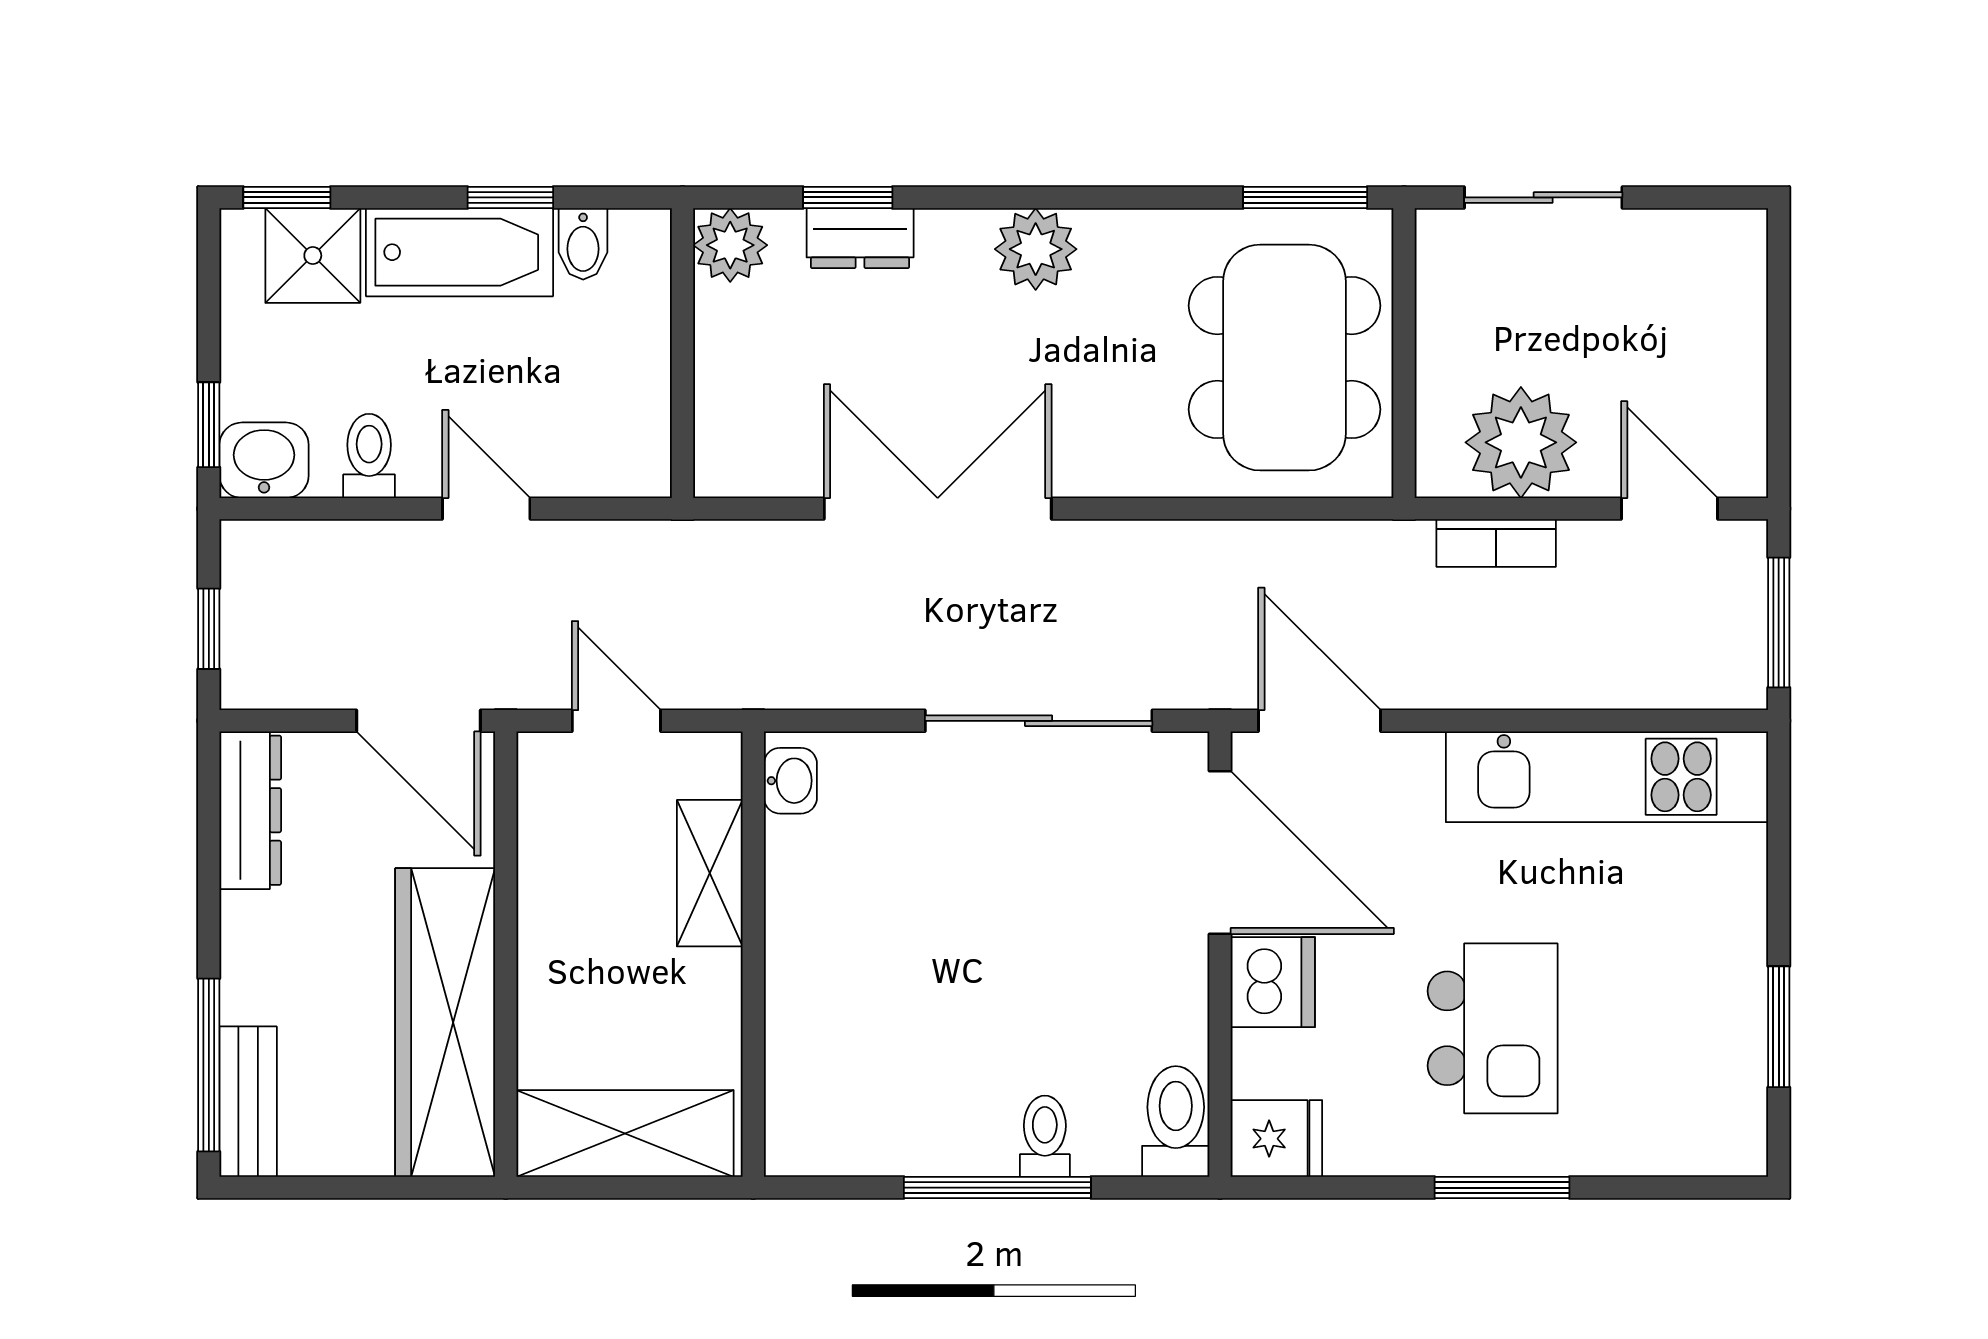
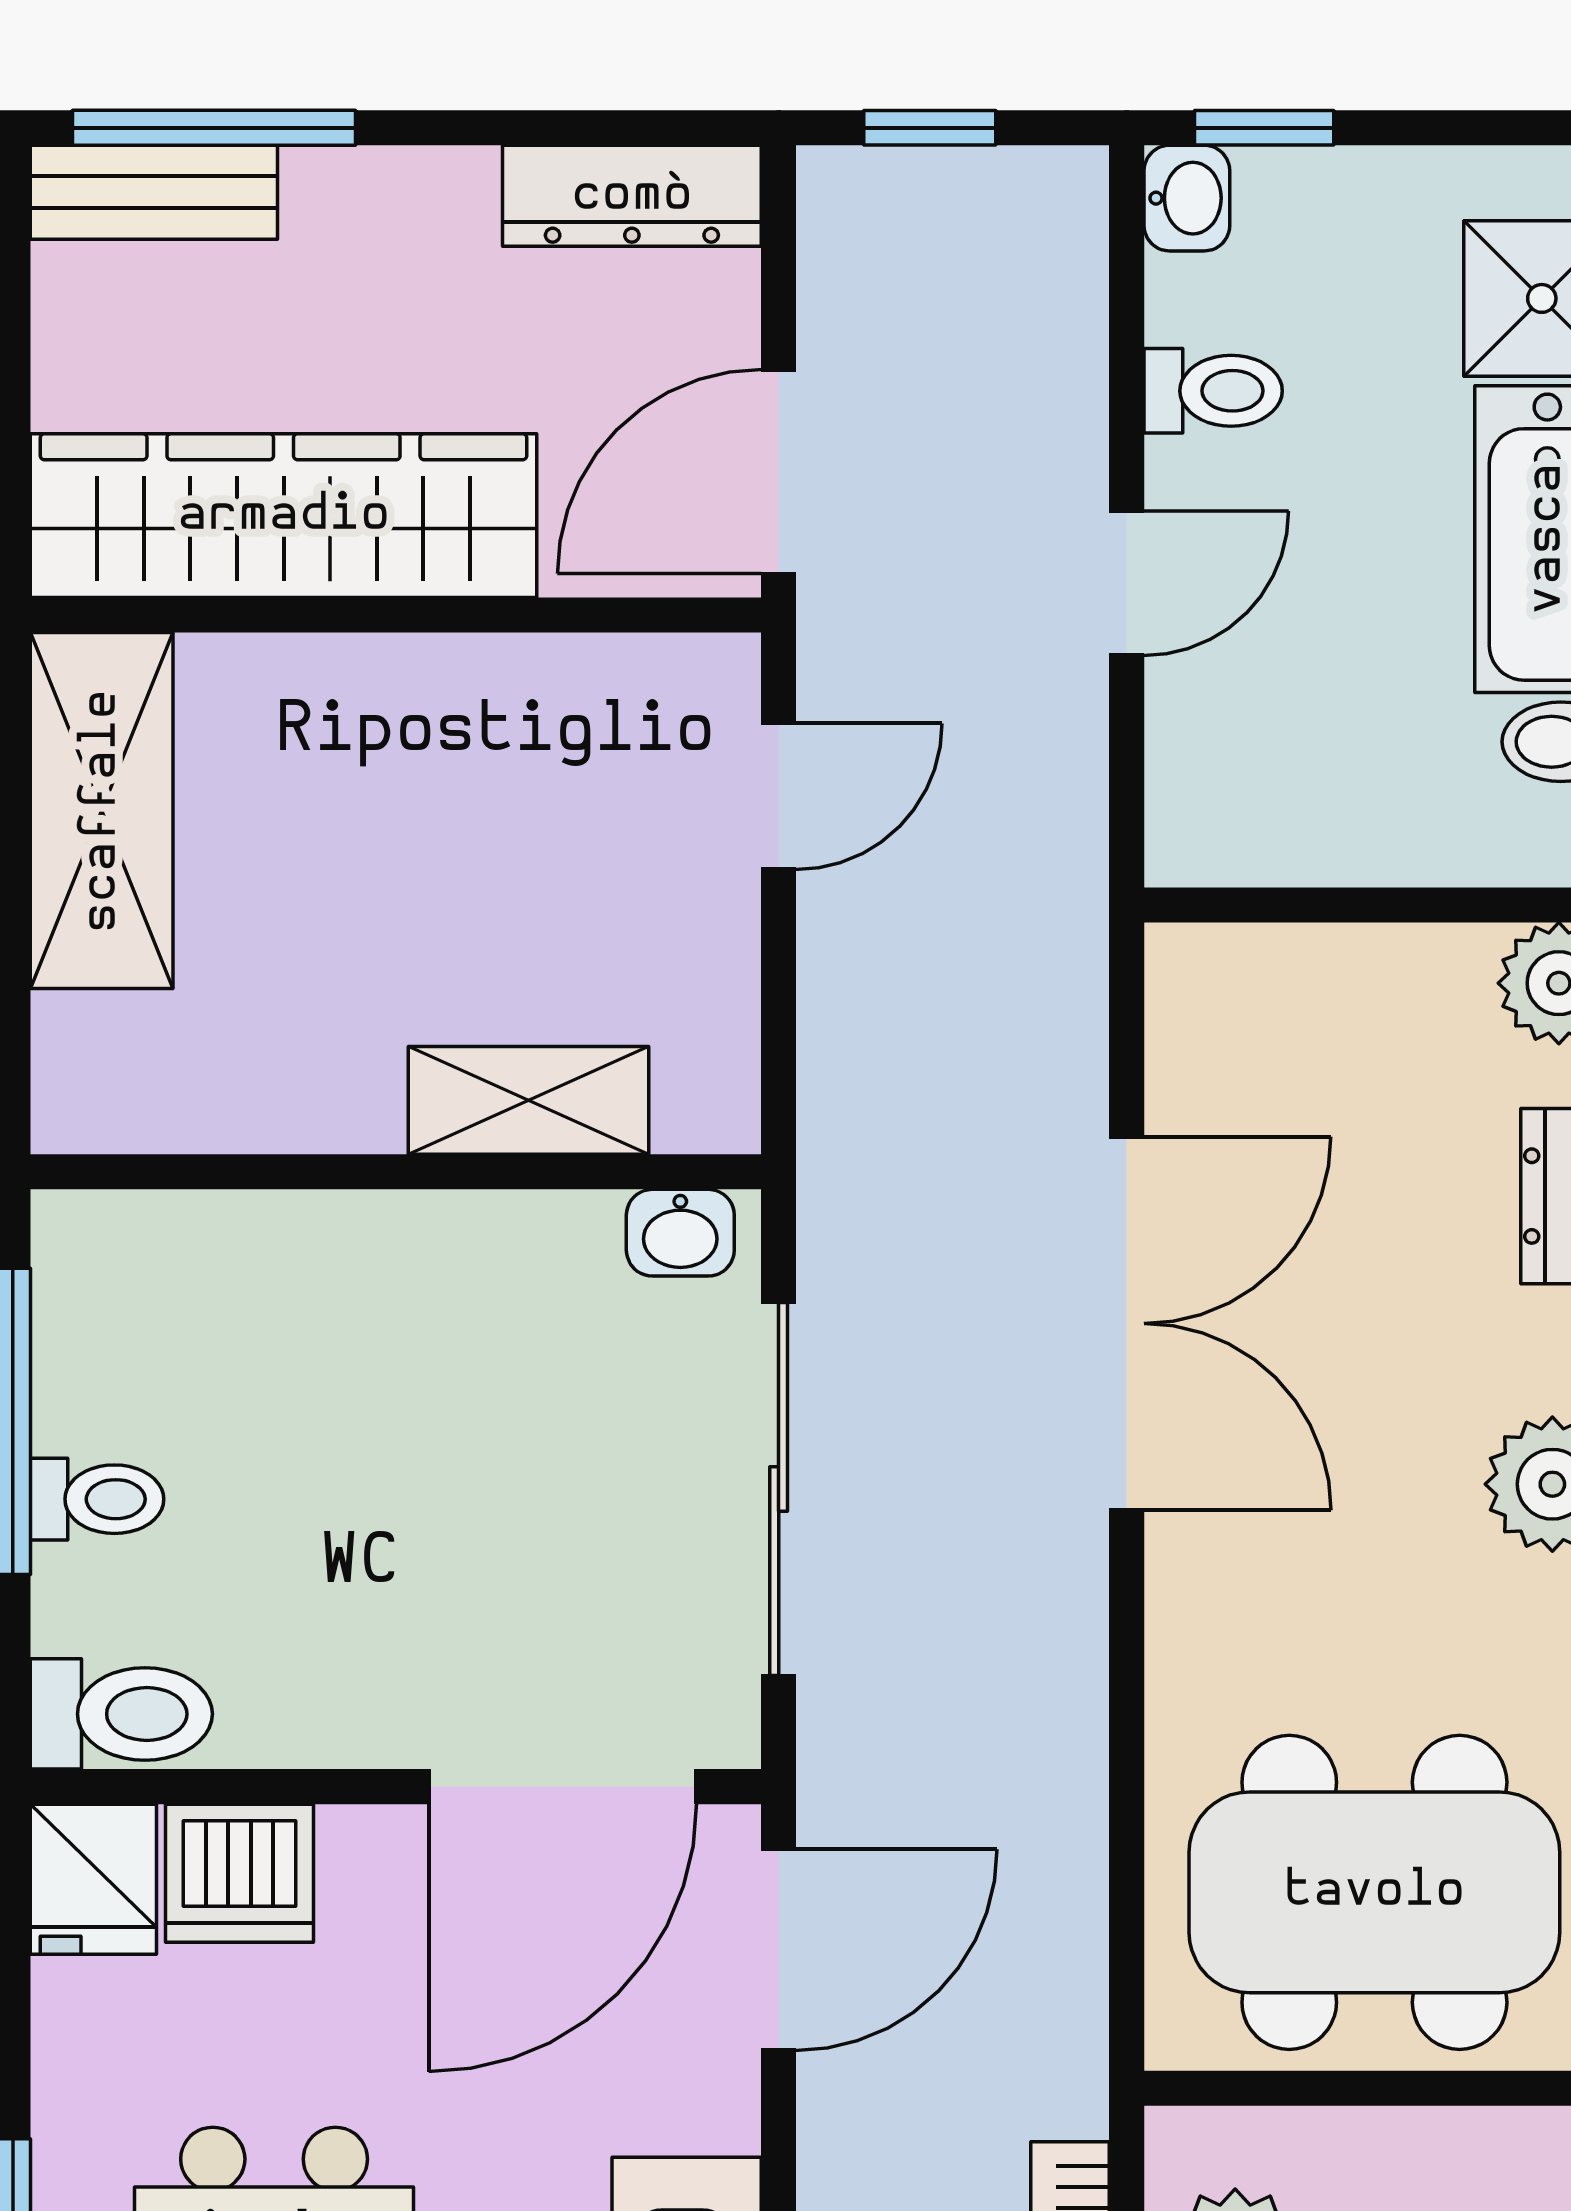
washbasin: (264, 460) -> (1187, 198), width x0.72, depth x0.69
washbasin: (790, 781) -> (680, 1233), moved
shelving: (710, 873) -> (529, 1100), moved
wall: (753, 954) -> (396, 1172), moved
dishwasher: (1273, 982) -> (240, 1873), moved

